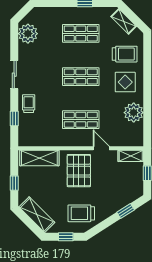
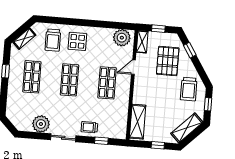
plant: (28, 34) -> (41, 124), moved
trolley: (125, 54) -> (53, 40), turned 180
plant: (134, 113) -> (122, 38), moved
pallet: (79, 171) -> (168, 61), moved, turned 90

